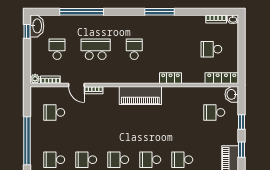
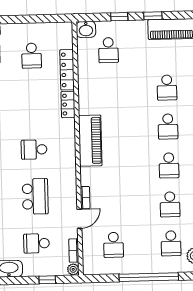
window: (27, 31) -> (47, 280), moved
school desk: (96, 49) -> (35, 196), turned 180
locker: (222, 78) -> (67, 70), moved

